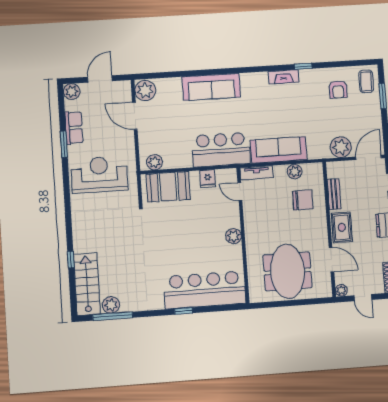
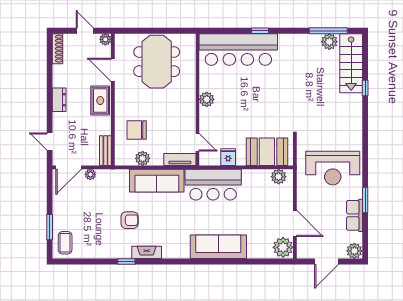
armchair: (338, 89) -> (130, 220), moved, turned 90
plant: (341, 147) -> (90, 174), width x0.53, depth x0.53
bench: (334, 194) -> (105, 151), moved

